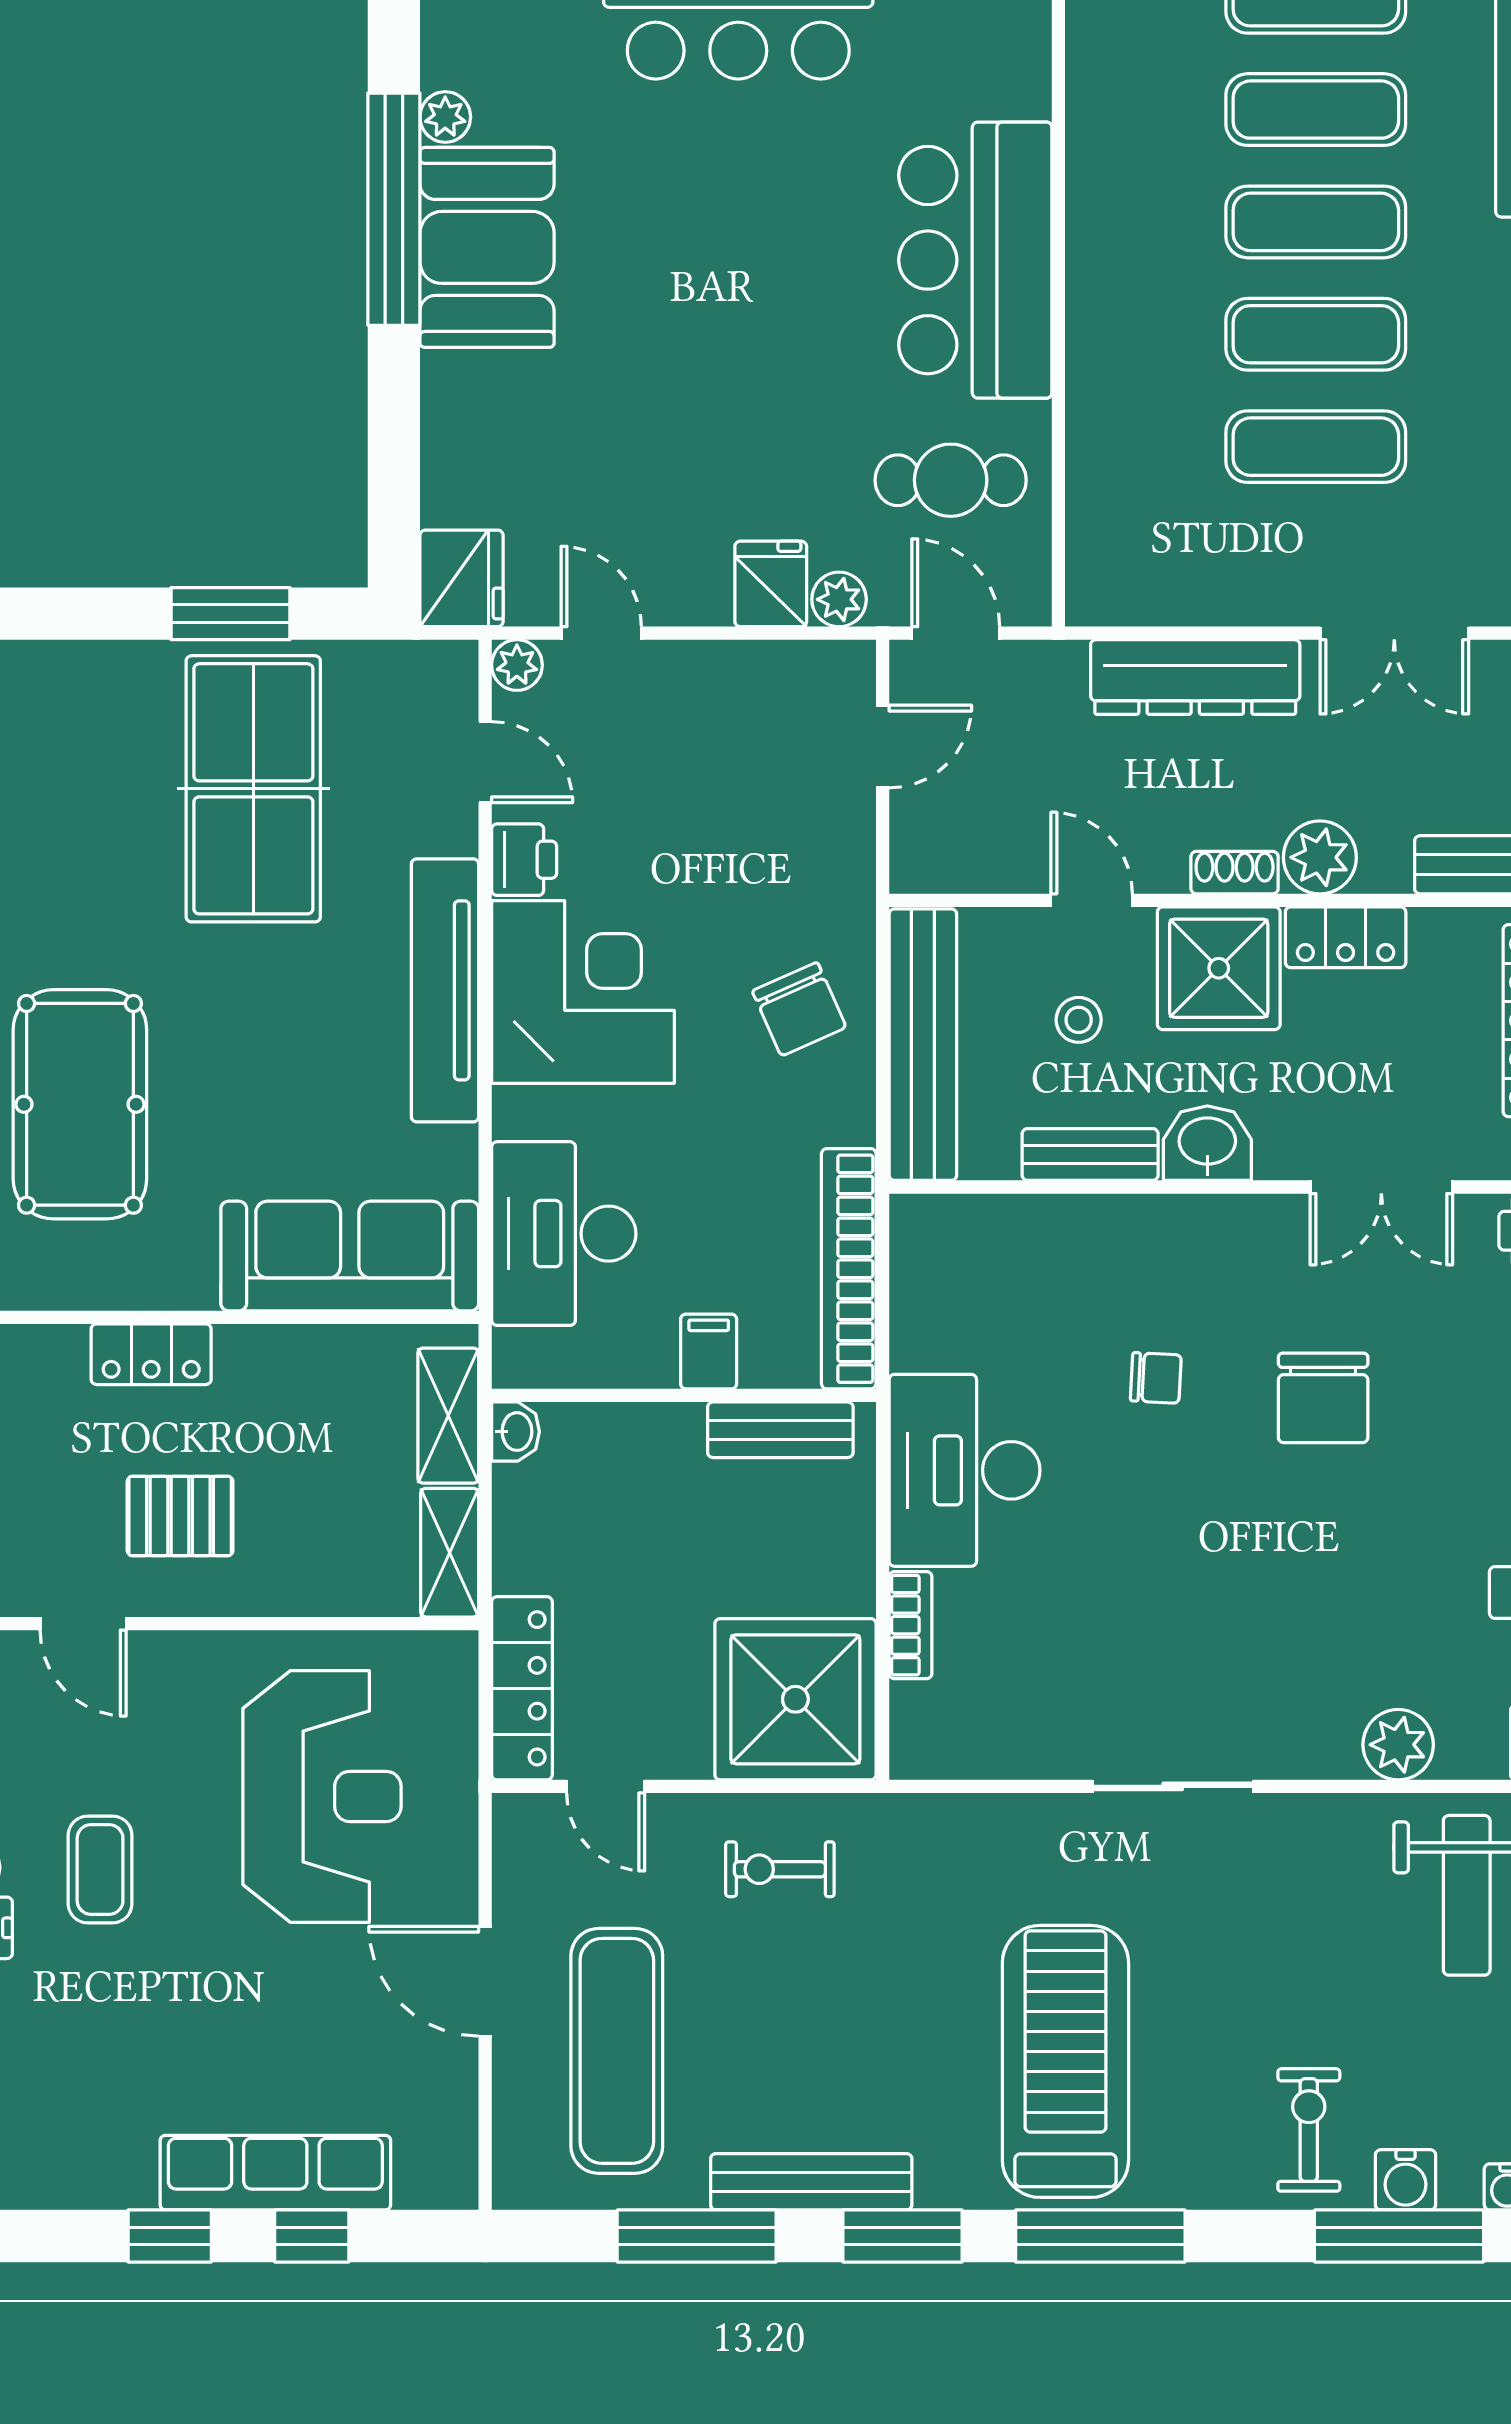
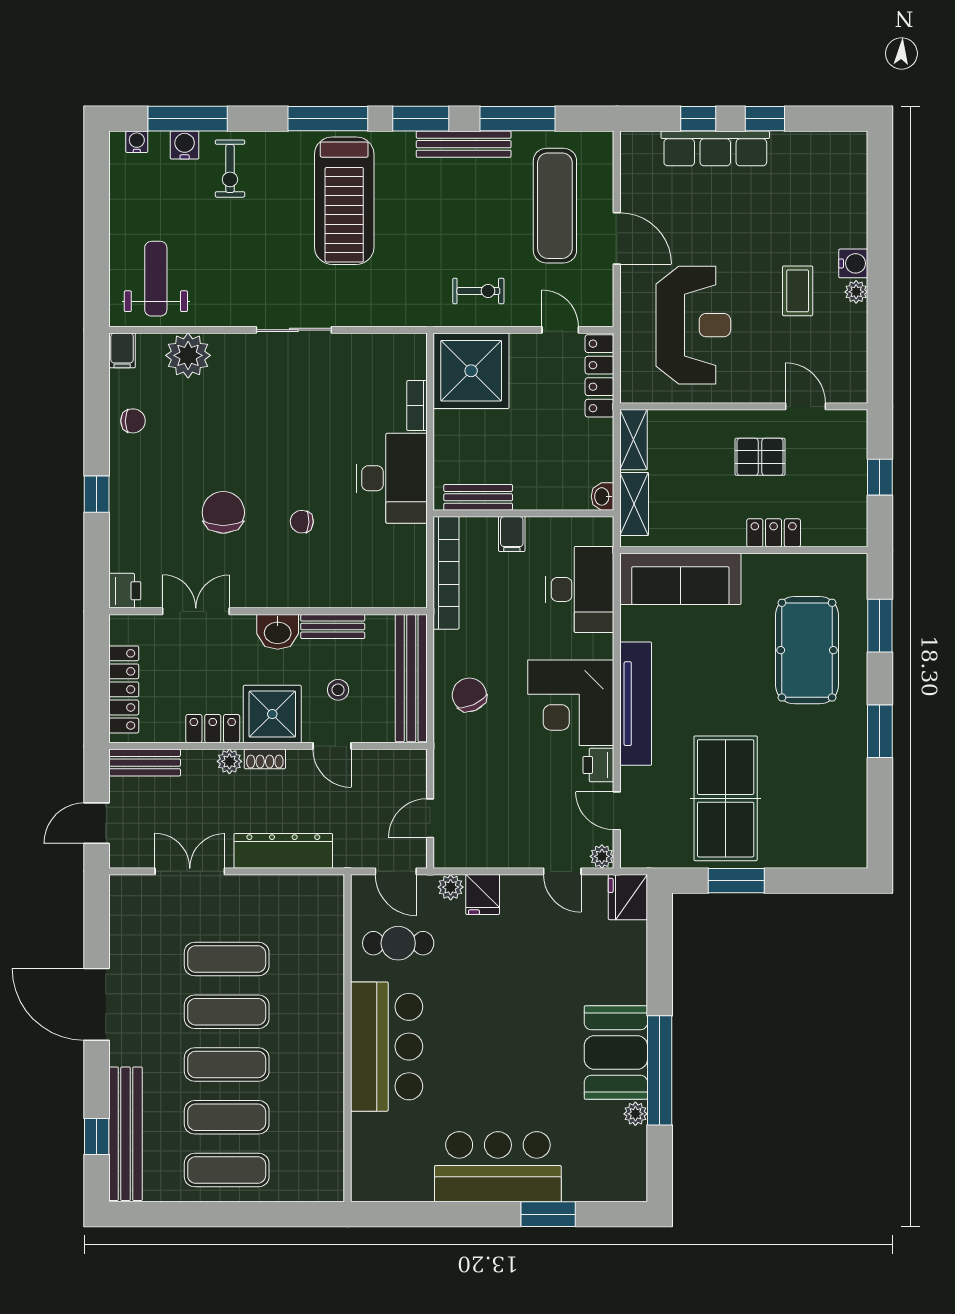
plant: (1320, 857) -> (229, 761), width x0.73, depth x0.73
plant: (1398, 1745) -> (188, 355), width x1.36, depth x1.36
reception desk: (322, 1796) -> (693, 325), turned 180

